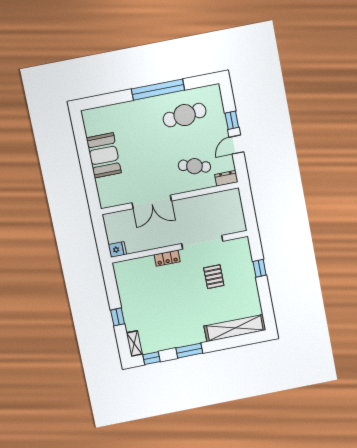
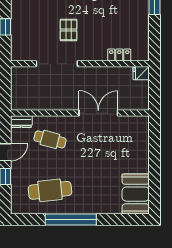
booth: (104, 155) -> (136, 194), moved
locker: (167, 258) -> (119, 55), moved
pallet: (214, 277) -> (69, 30), moved

